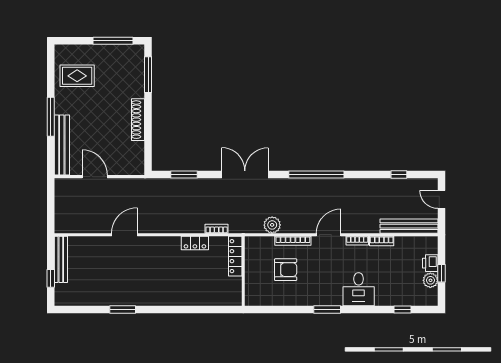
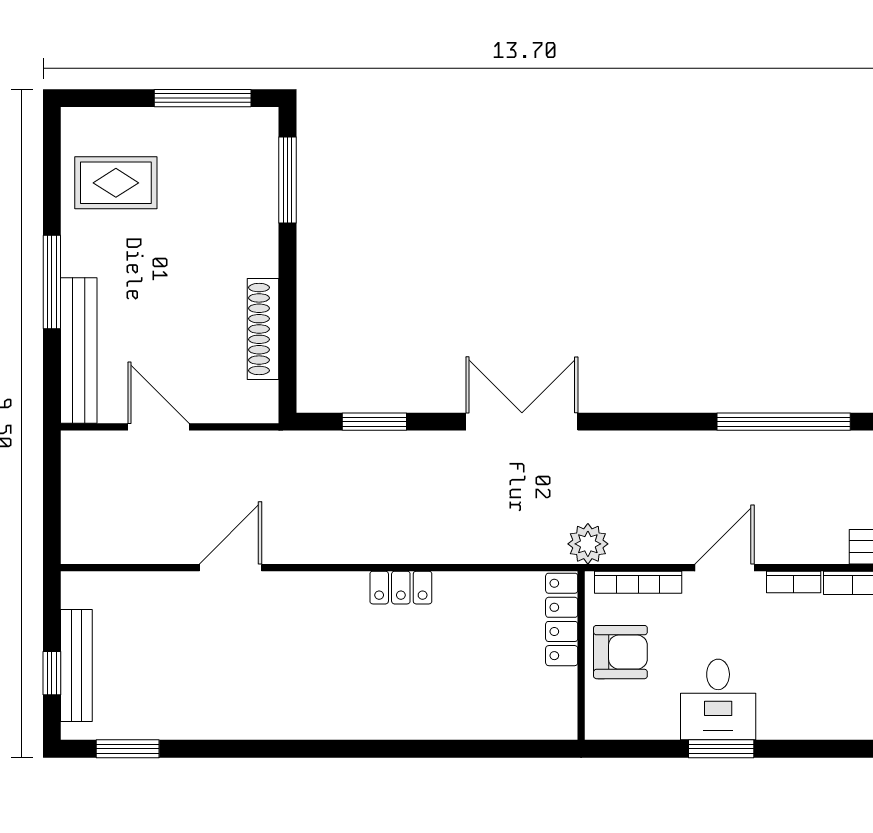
shoe rack: (138, 120) -> (263, 329), moved
window: (316, 174) -> (784, 422), moved
bookcase: (217, 229) -> (453, 553), removed
locker: (235, 256) -> (562, 619), moved
bench: (61, 259) -> (76, 666), moved
wall: (243, 271) -> (581, 656), moved
desk: (359, 289) -> (718, 699), moved
window: (123, 310) -> (128, 749), moved

